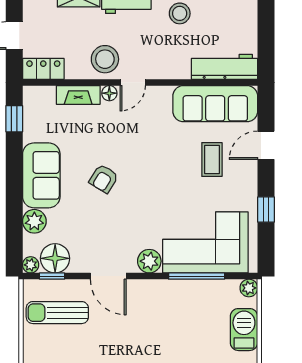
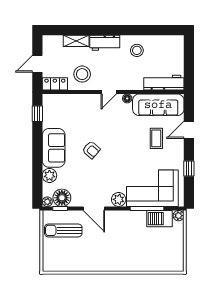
stool: (105, 59) -> (82, 74), moved
floor lamp: (109, 93) -> (127, 98), moved
fireplace: (78, 95) -> (76, 100), removed
armchair: (104, 179) -> (91, 150), turned -81
barbecue: (244, 330) -> (160, 219), moved, turned -90

